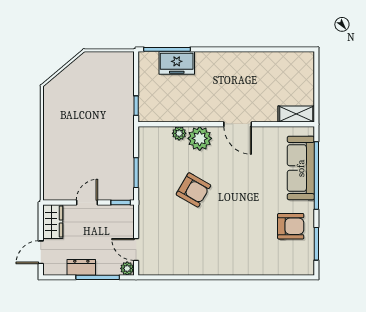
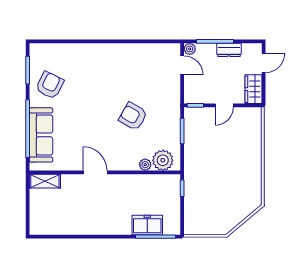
plant: (200, 138) -> (163, 160), moved
armchair: (291, 226) -> (50, 85), turned 116

